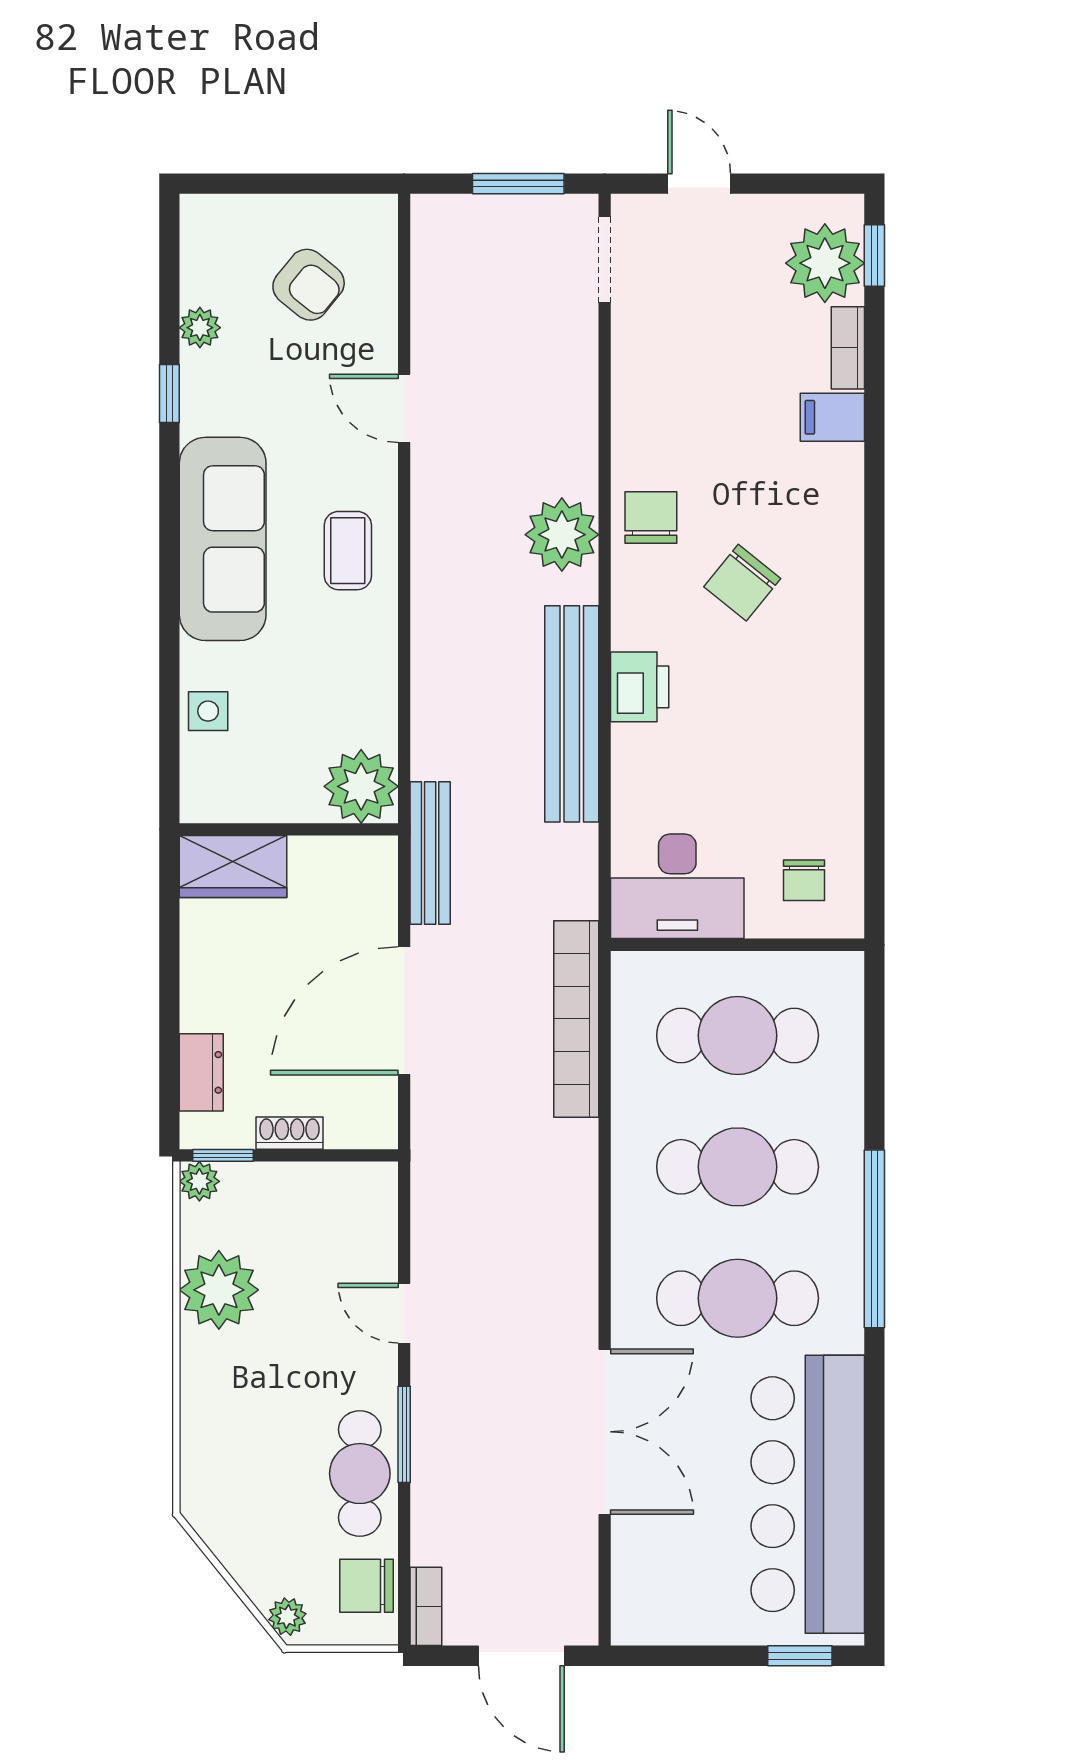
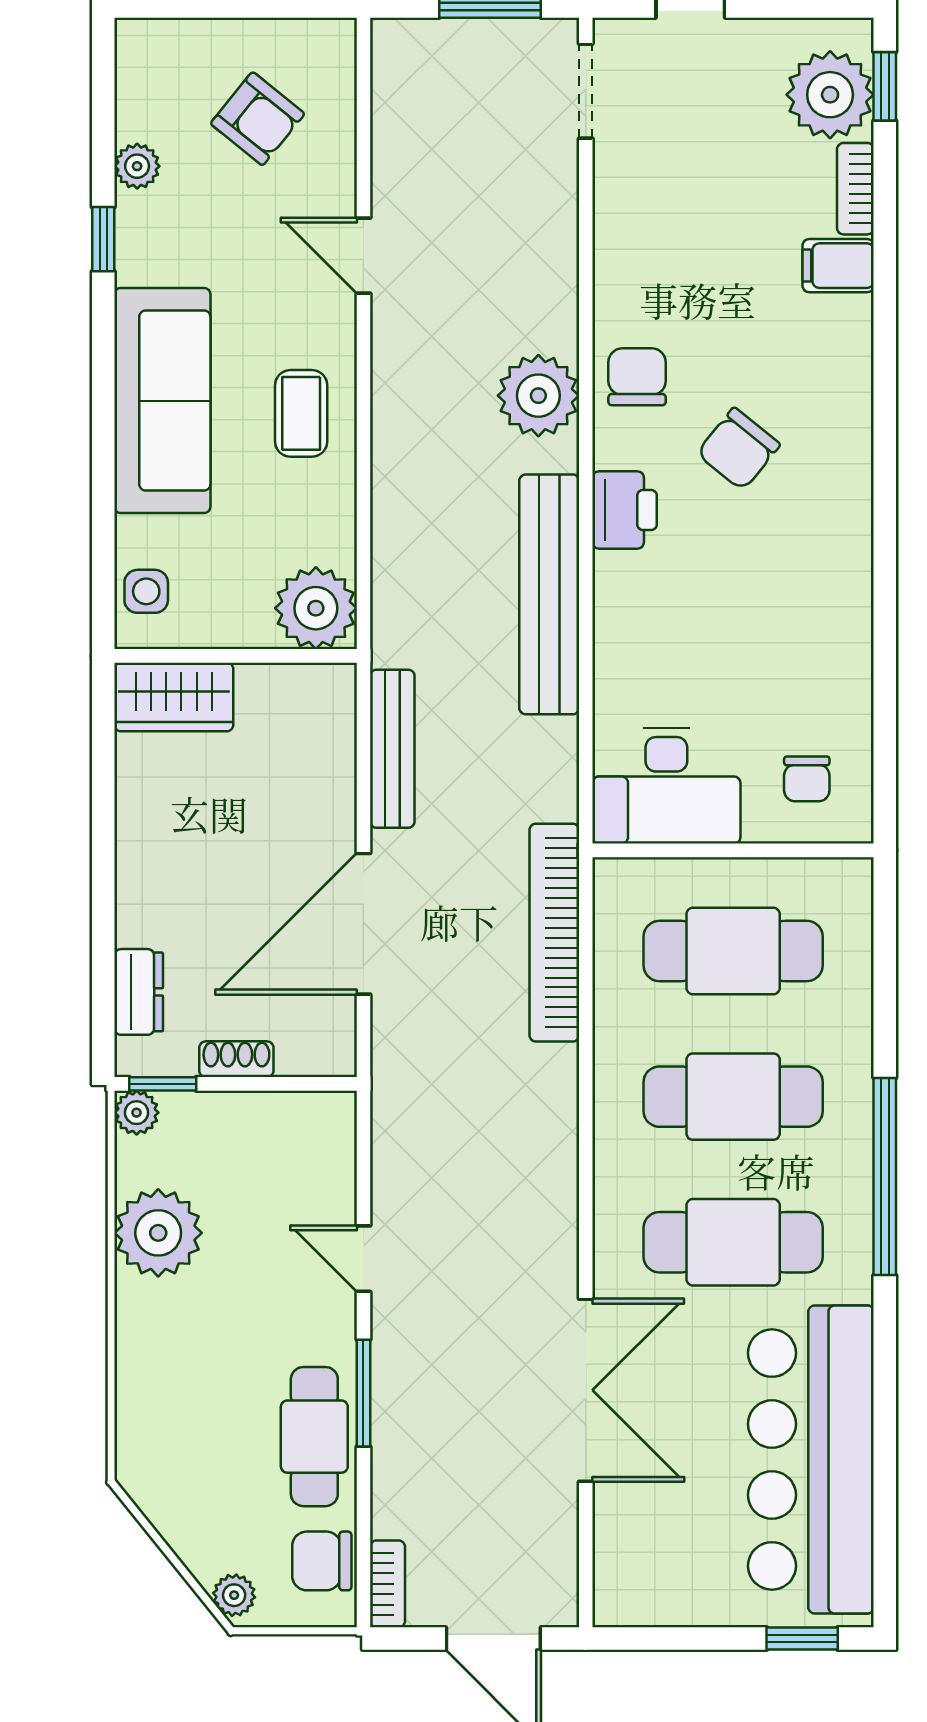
printer: (640, 687) -> (625, 510), moved
plant: (361, 786) -> (316, 608), moved
wall: (289, 829) -> (236, 656), moved
wardrobe: (233, 867) -> (174, 697), moved

